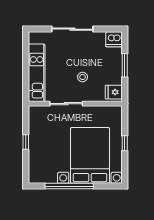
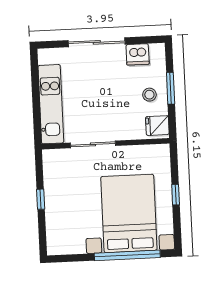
dishwasher: (114, 39) -> (138, 54), moved
stool: (82, 77) -> (149, 95), moved
window: (69, 186) -> (127, 255), moved

